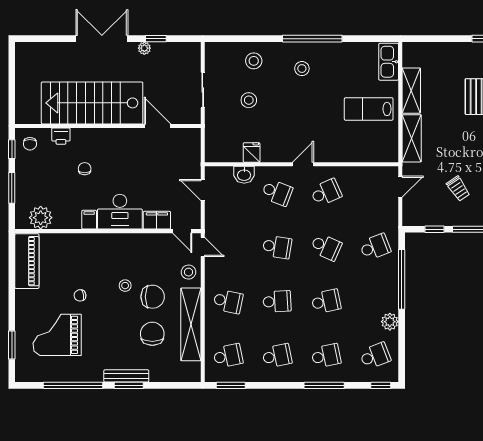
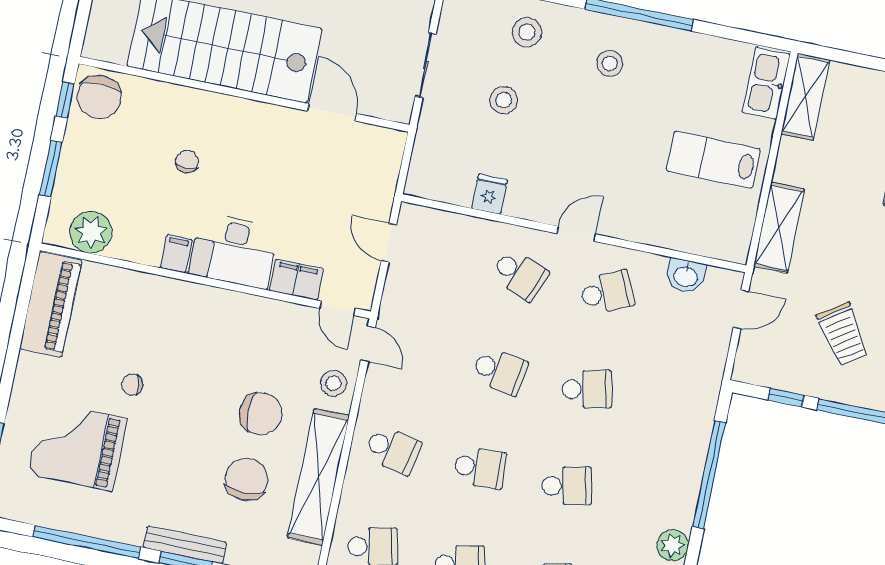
shelving: (411, 91) -> (805, 97), moved
printer: (61, 136) -> (157, 95), removed
chair: (30, 144) -> (99, 97), width x1.87, depth x1.87
washbasin: (244, 175) -> (686, 276), moved
trolley: (458, 189) -> (843, 334), width x1.36, depth x1.39
school desk: (326, 247) -> (587, 389), turned -36
school desk: (375, 247) -> (674, 407), removed
stool: (125, 286) -> (216, 384), removed

